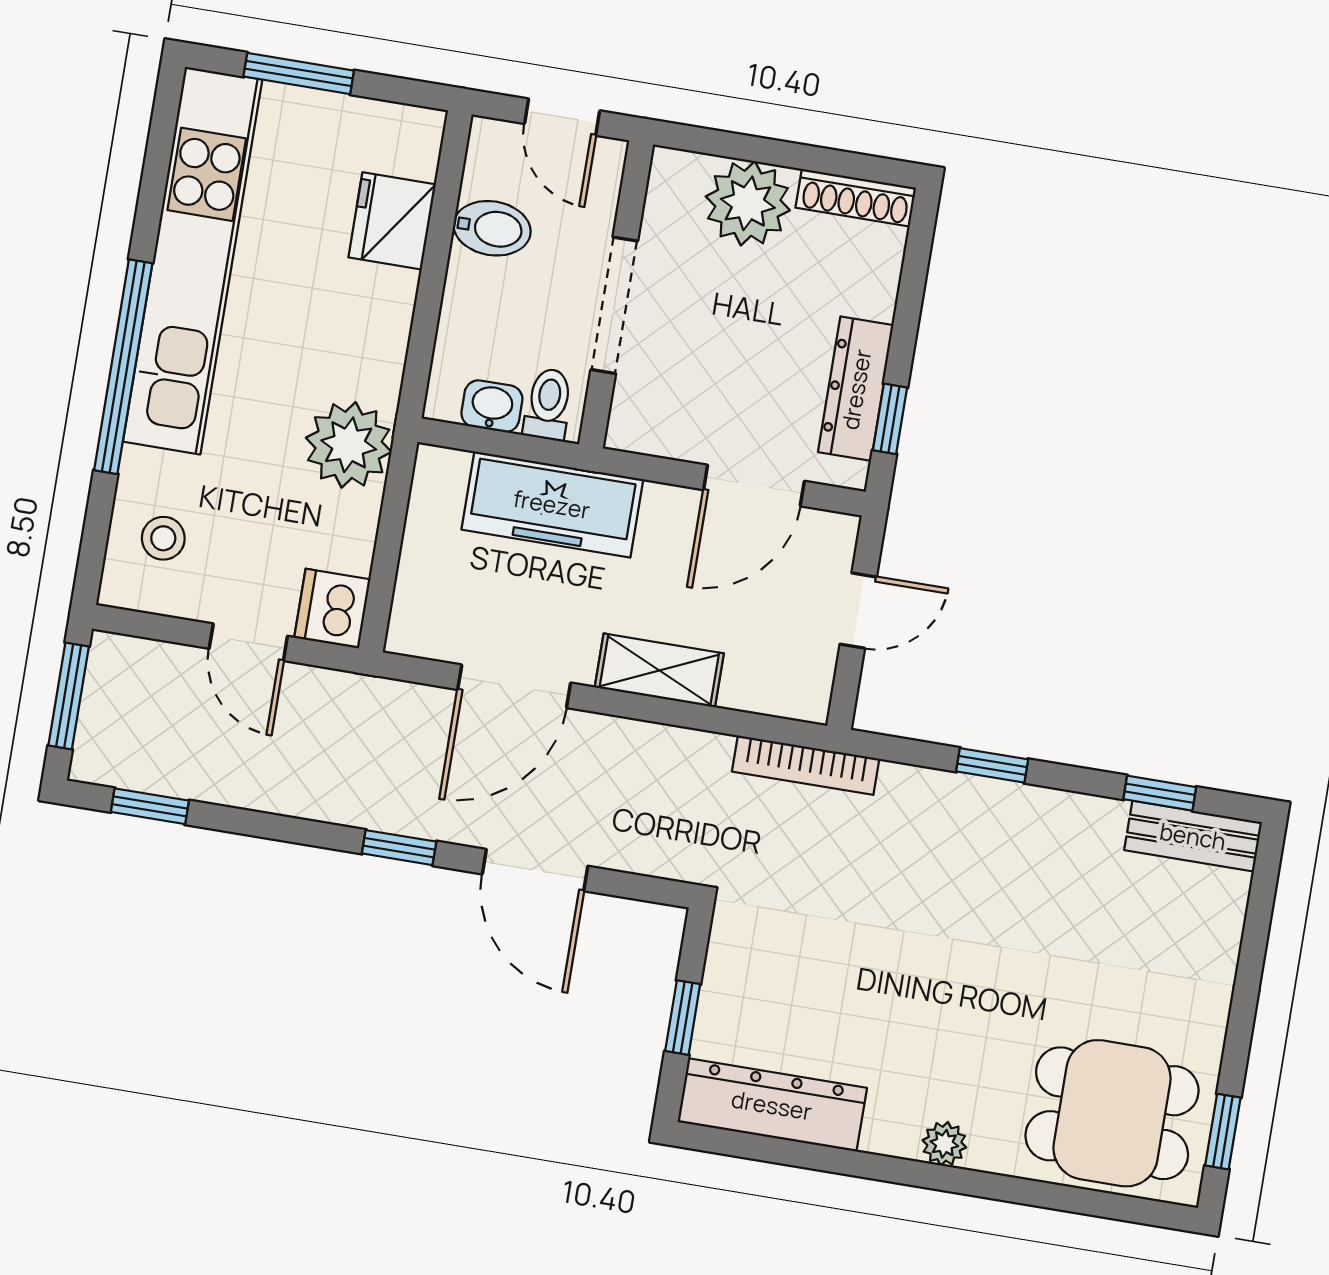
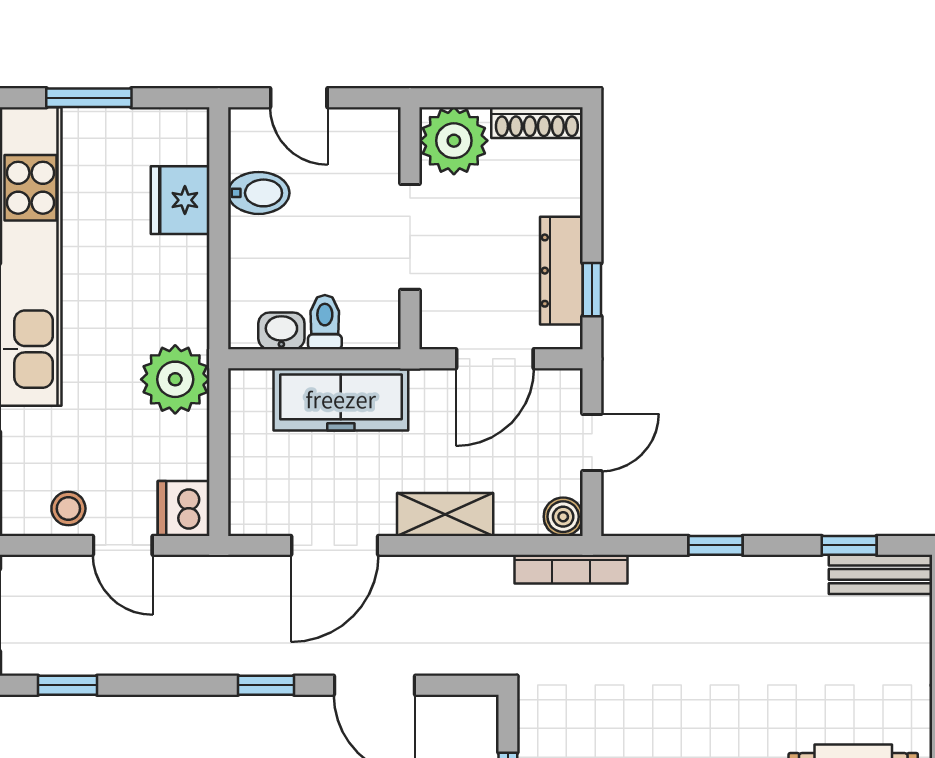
wall: (616, 294) -> (410, 228), moved
doorway: (614, 305) -> (410, 237), moved
stool: (163, 538) -> (68, 509), moved
boiler: (807, 698) -> (563, 517), added

